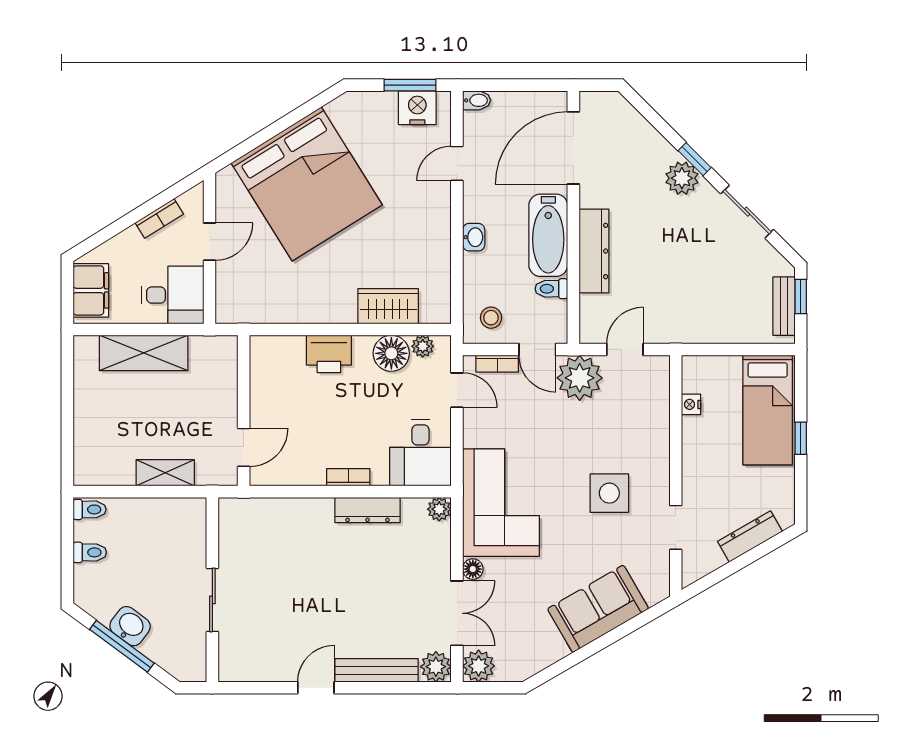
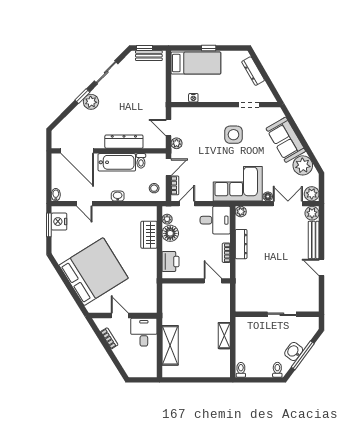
filing cabinet: (91, 290) -> (142, 369), removed
plant: (580, 378) -> (177, 143), width x0.53, depth x0.53
wall: (244, 411) -> (196, 281), moved
door: (244, 447) -> (213, 281), moved
toilet: (90, 552) -> (277, 370), moved
plant: (541, 646) -> (303, 165), added

